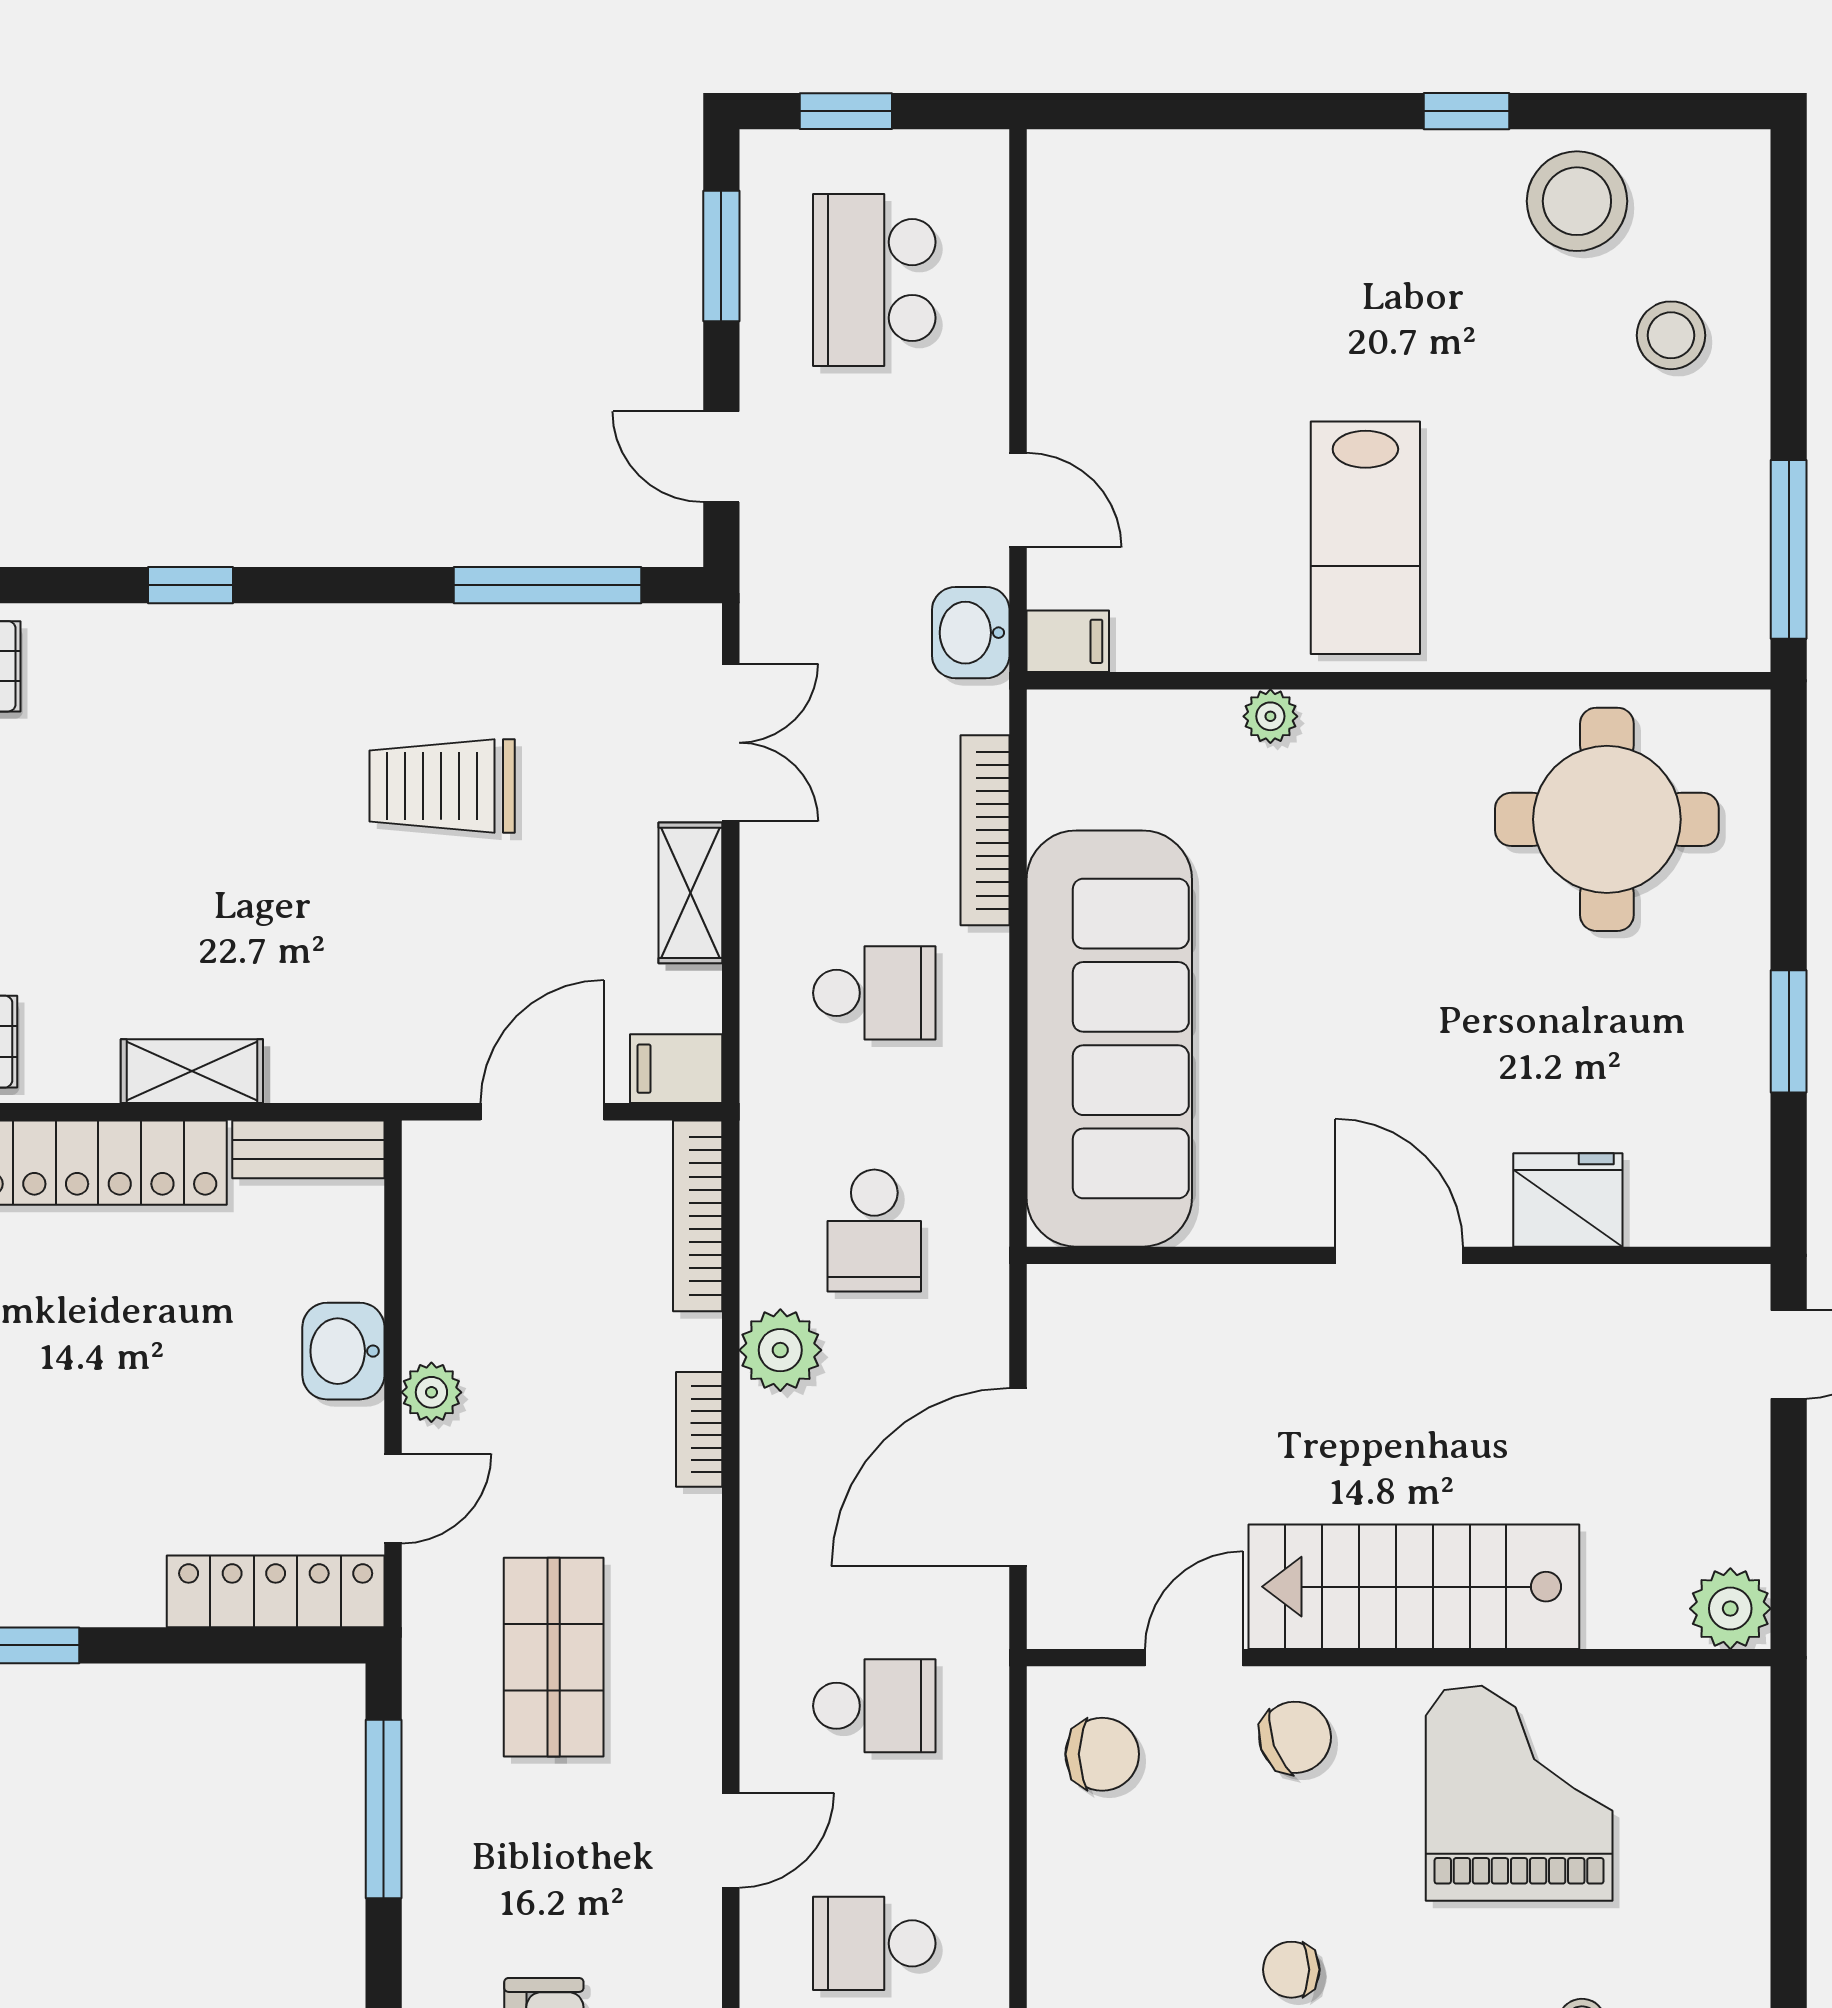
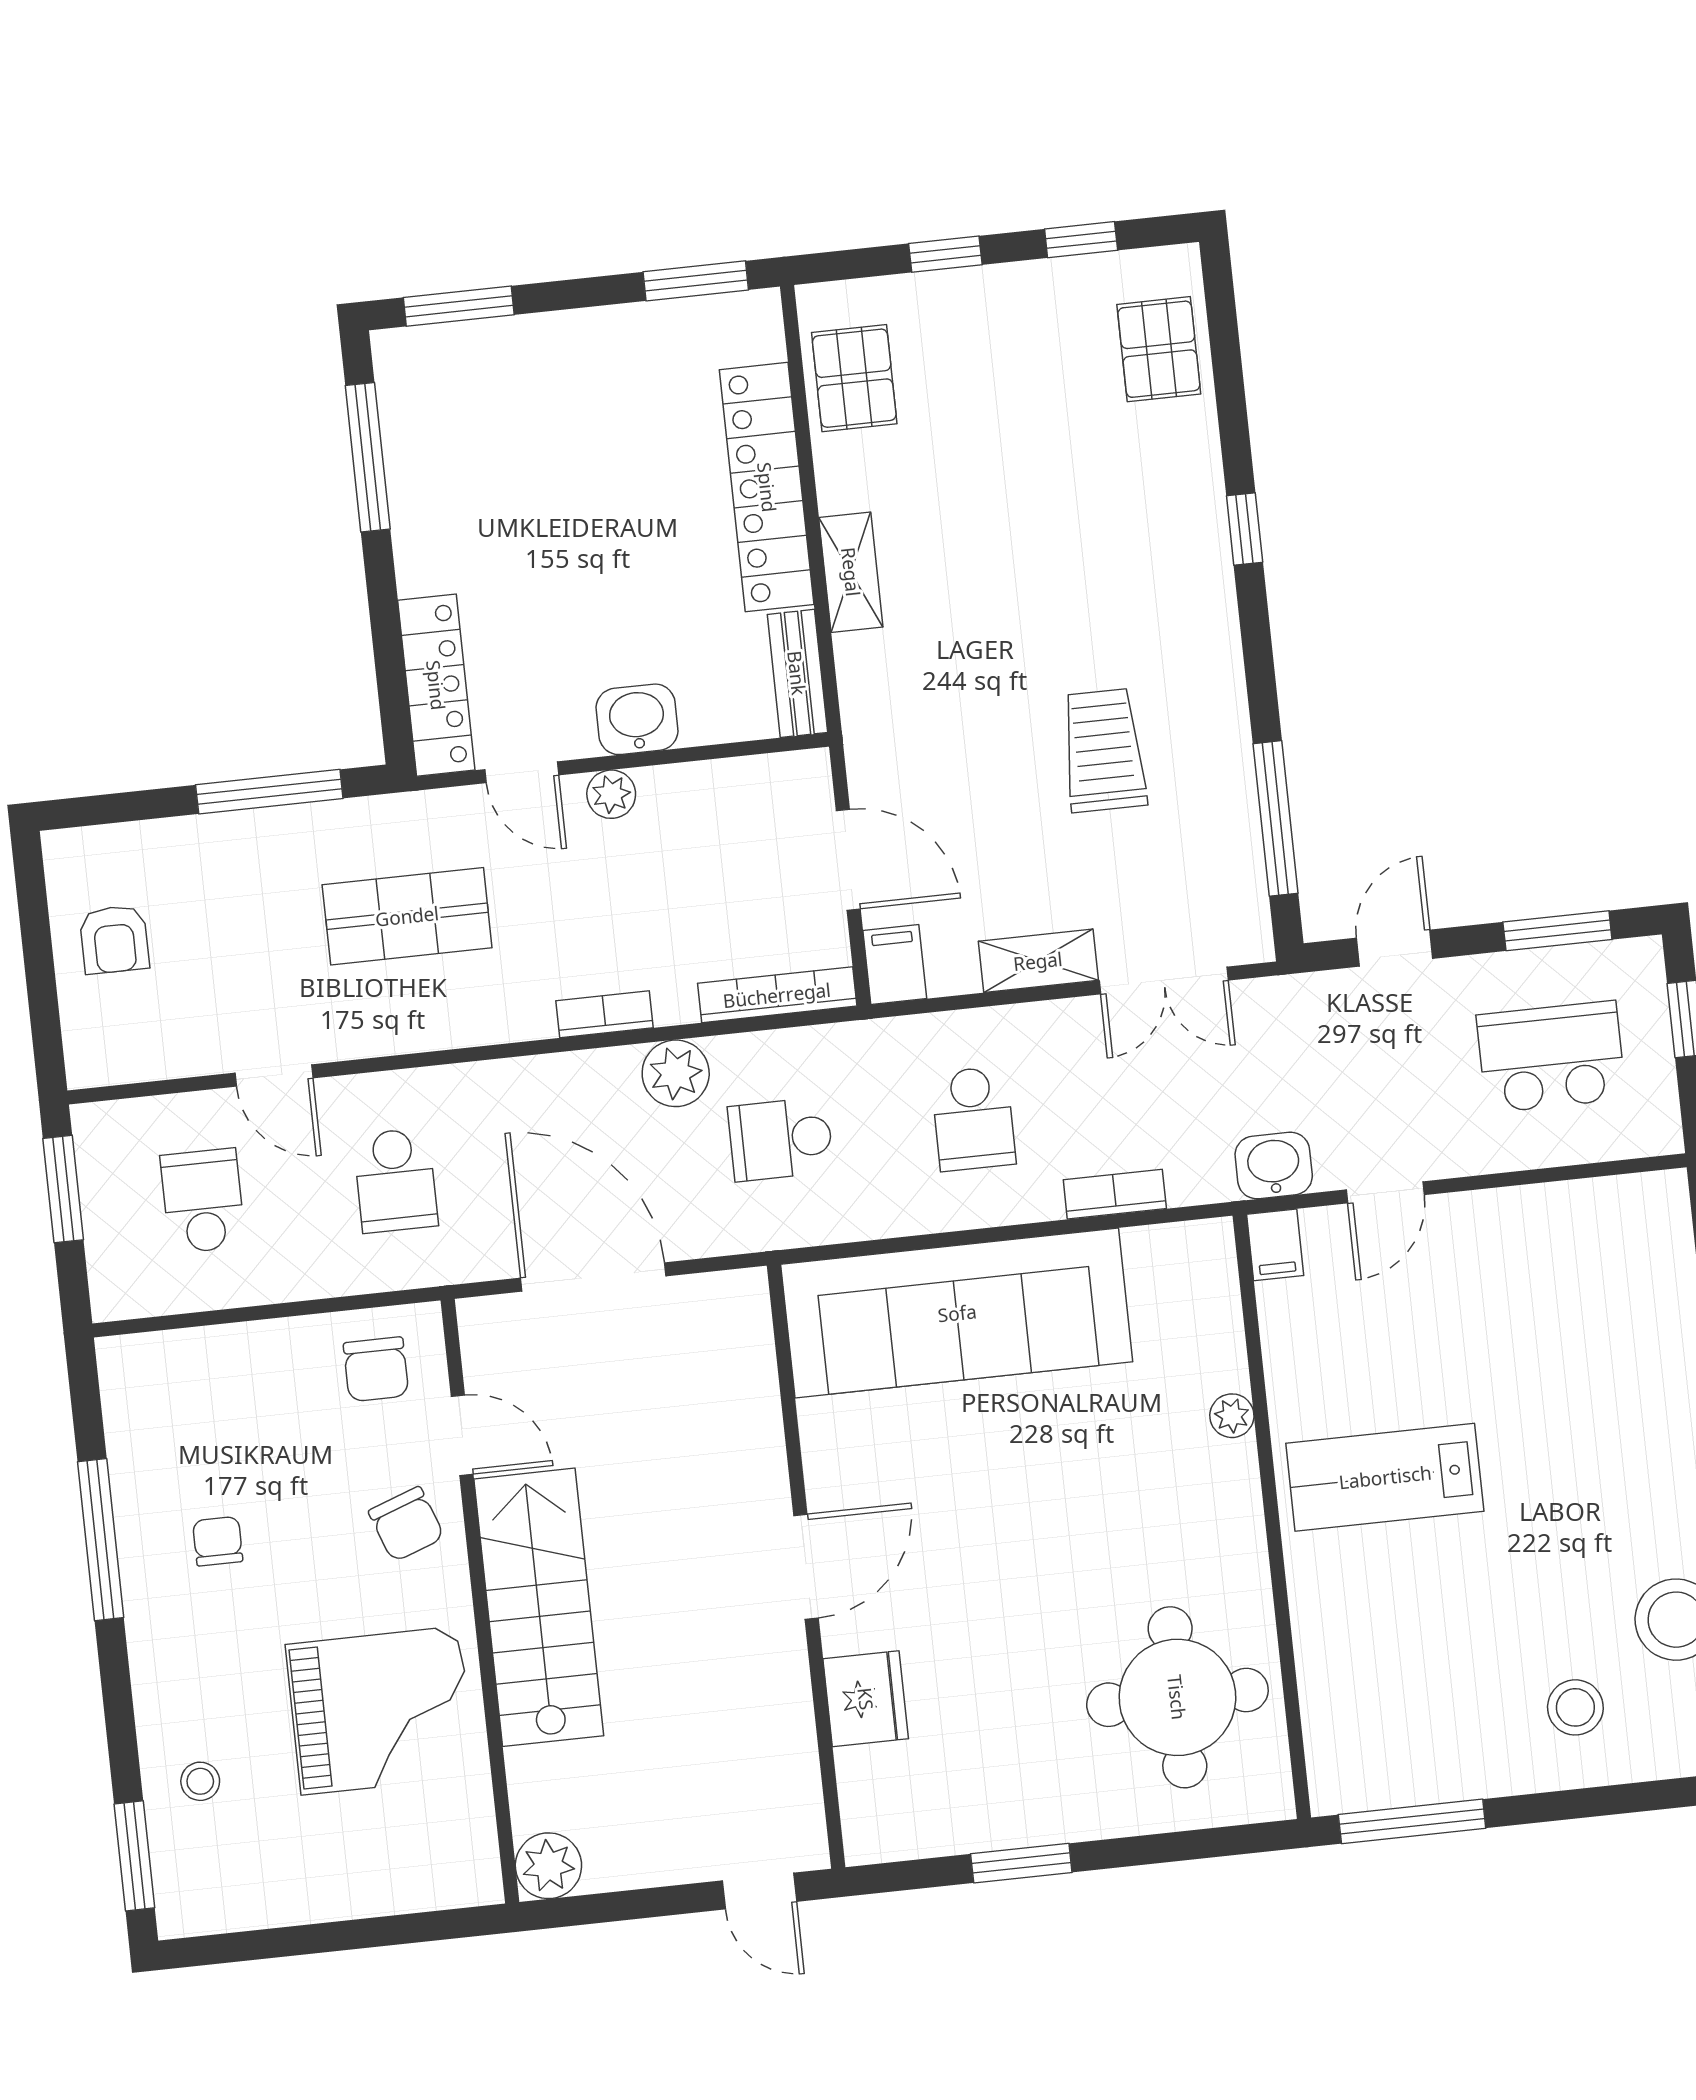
bookcase: (985, 830) -> (1115, 1194), width x0.64

